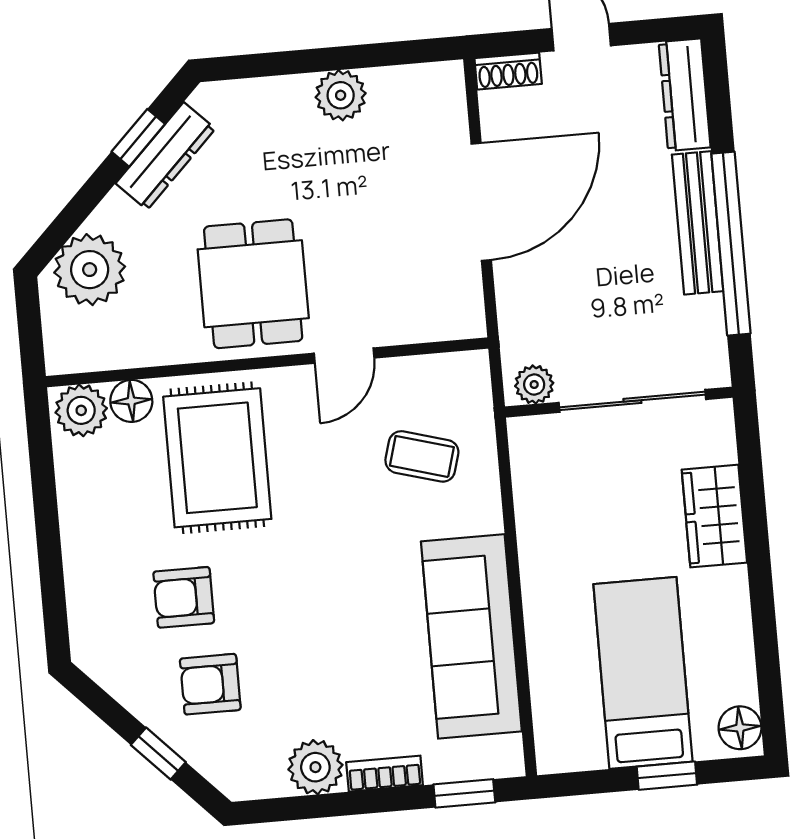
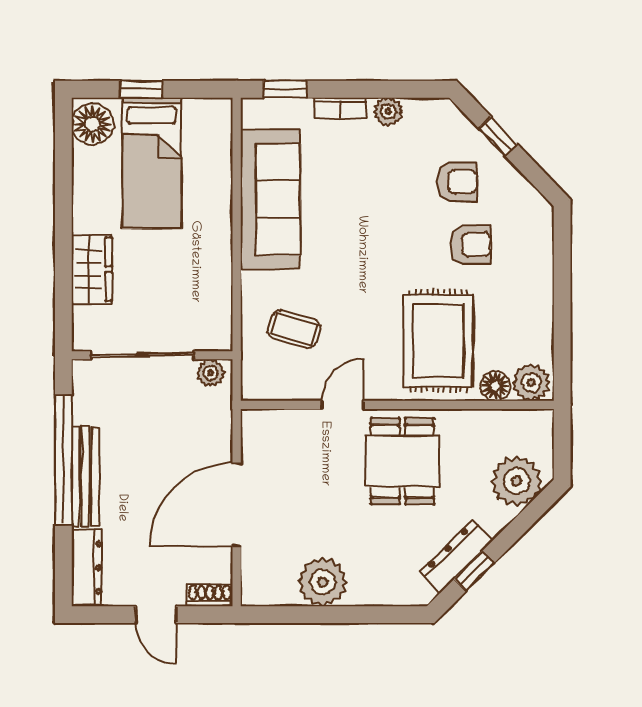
plant: (341, 95) -> (323, 582), width x1.36, depth x1.36
floor lamp: (740, 728) -> (92, 124), width x1.38, depth x1.38
plant: (315, 767) -> (388, 112), width x0.73, depth x0.73

